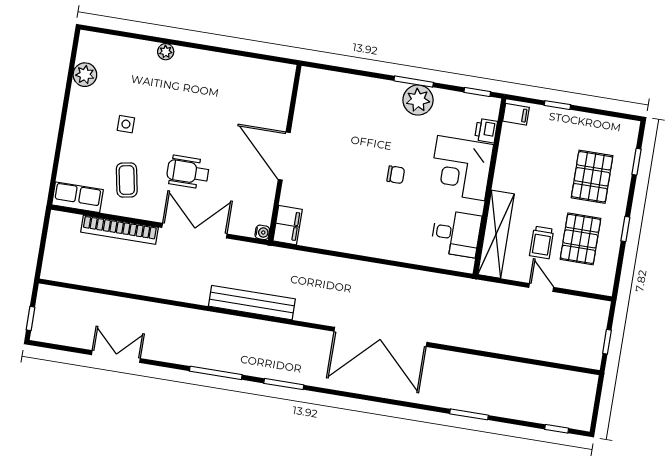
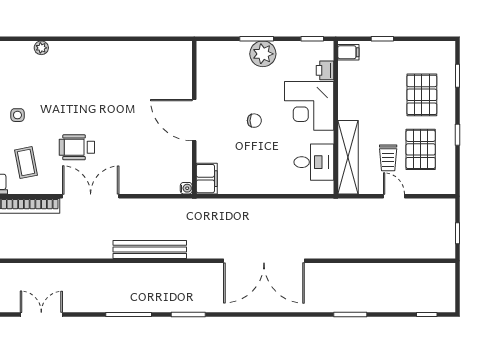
wall: (285, 153) -> (194, 117), moved
door: (284, 156) -> (194, 120), moved
filing cabinet: (288, 225) -> (207, 179), moved
water cooler: (262, 232) -> (186, 188), moved

